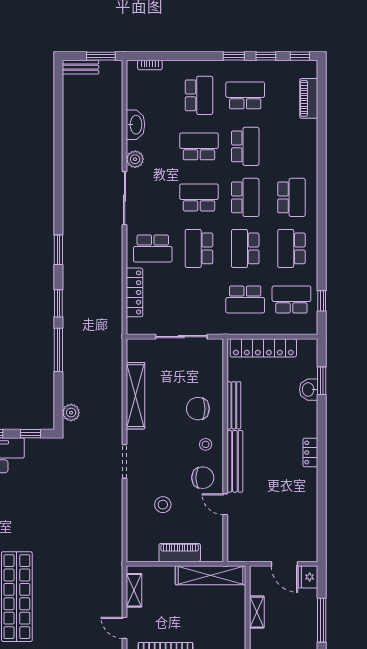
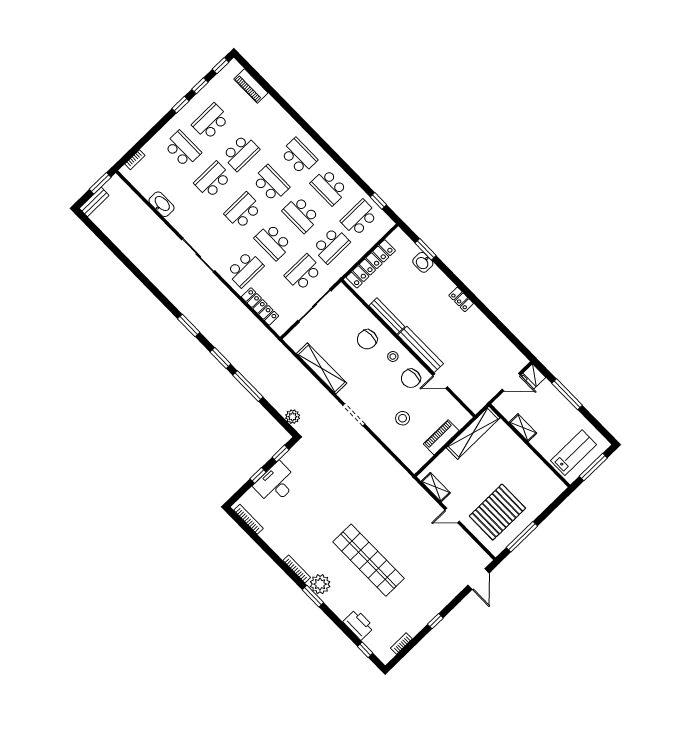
school desk: (245, 146) -> (241, 153), turned 90
plant: (135, 159) -> (182, 225), removed
school desk: (199, 299) -> (303, 273), added
chair: (203, 478) -> (411, 378), turned 180

